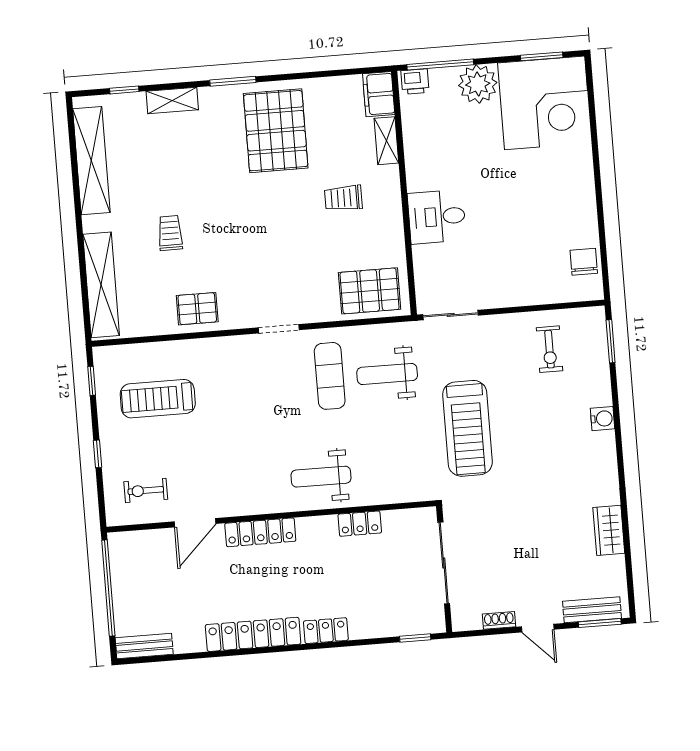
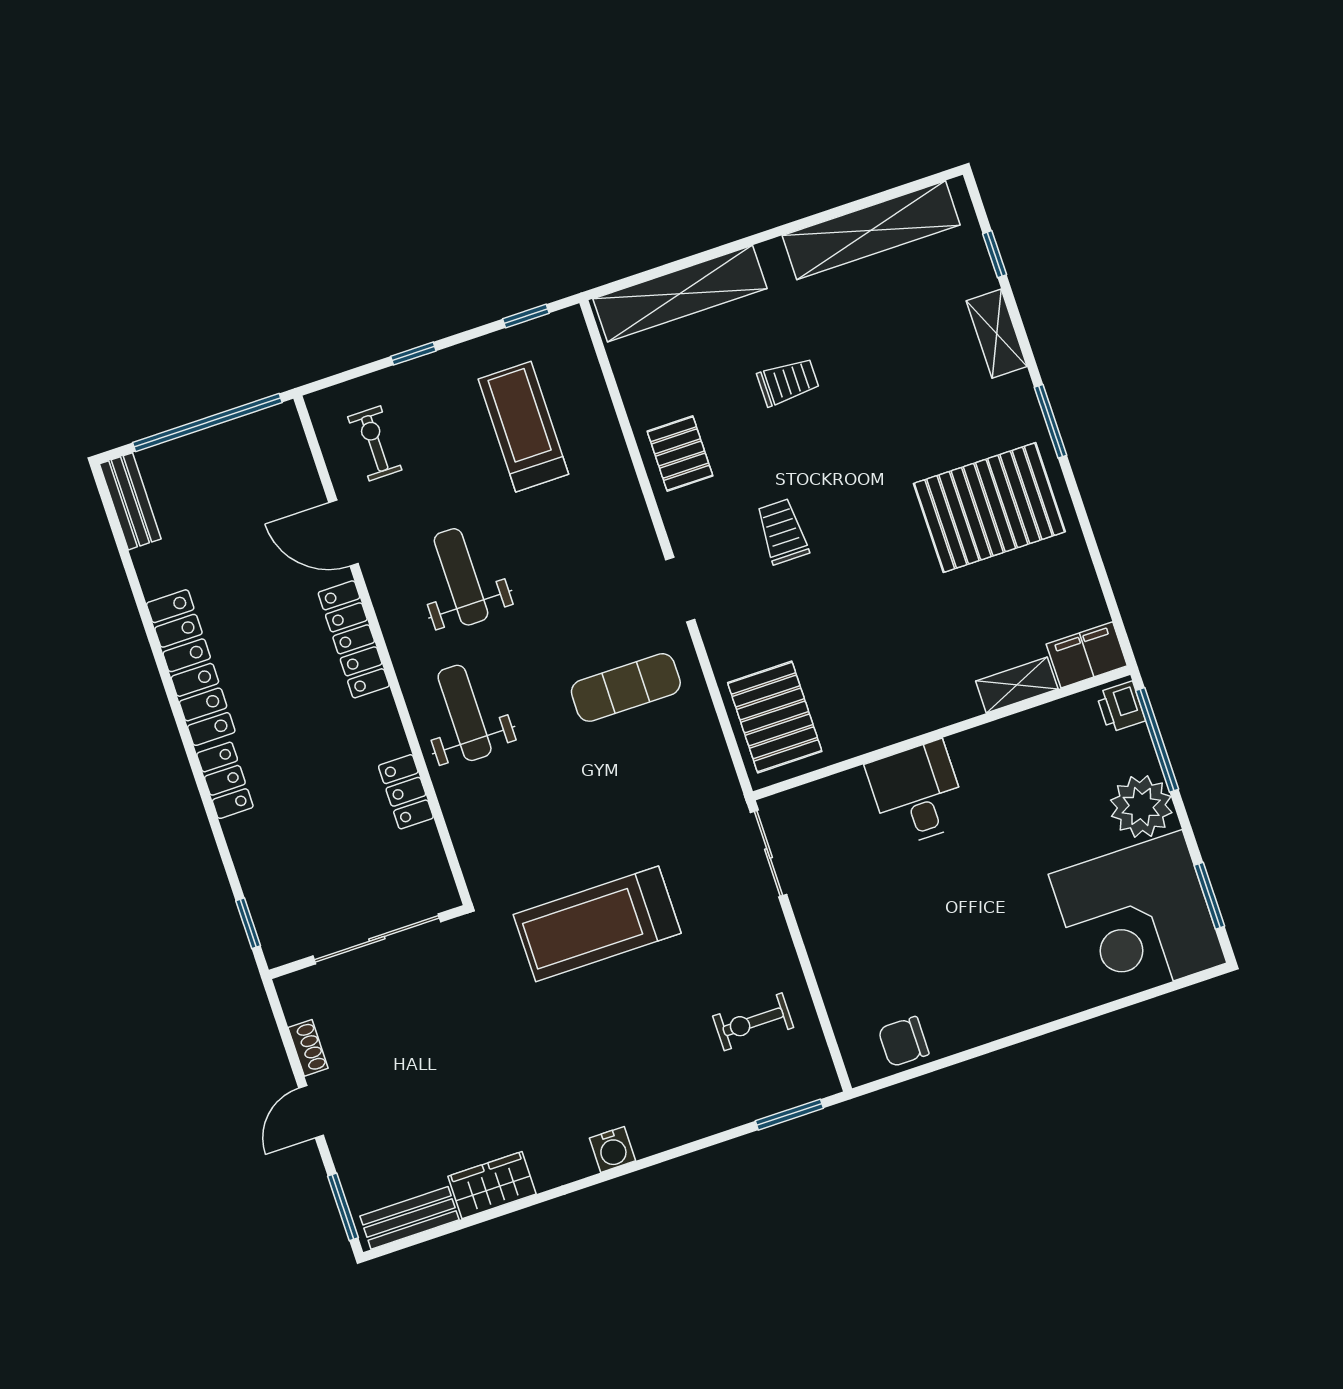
trolley: (343, 198) -> (782, 532), moved
chair: (584, 262) -> (904, 1042), turned 180
weight bench: (387, 374) -> (461, 577), moved
water cooler: (603, 419) -> (612, 1149), moved
bench: (592, 610) -> (410, 1218), moved, turned 90

